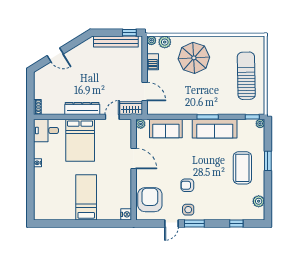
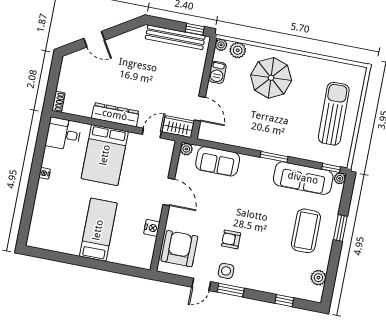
sofa: (215, 129) -> (303, 178), moved
nightstand: (126, 214) -> (152, 228), moved

